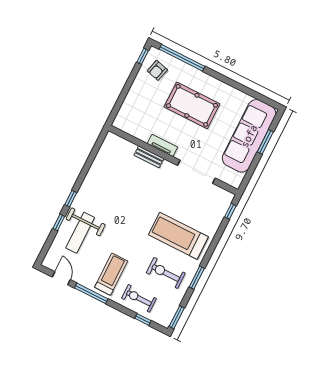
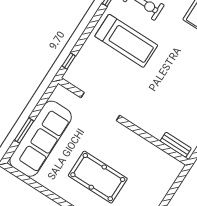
tv unit: (162, 145) -> (133, 138), removed
bench: (149, 157) -> (176, 145), moved

